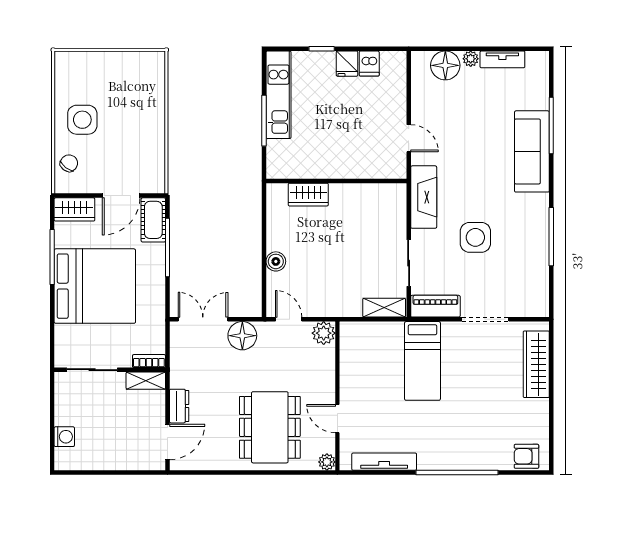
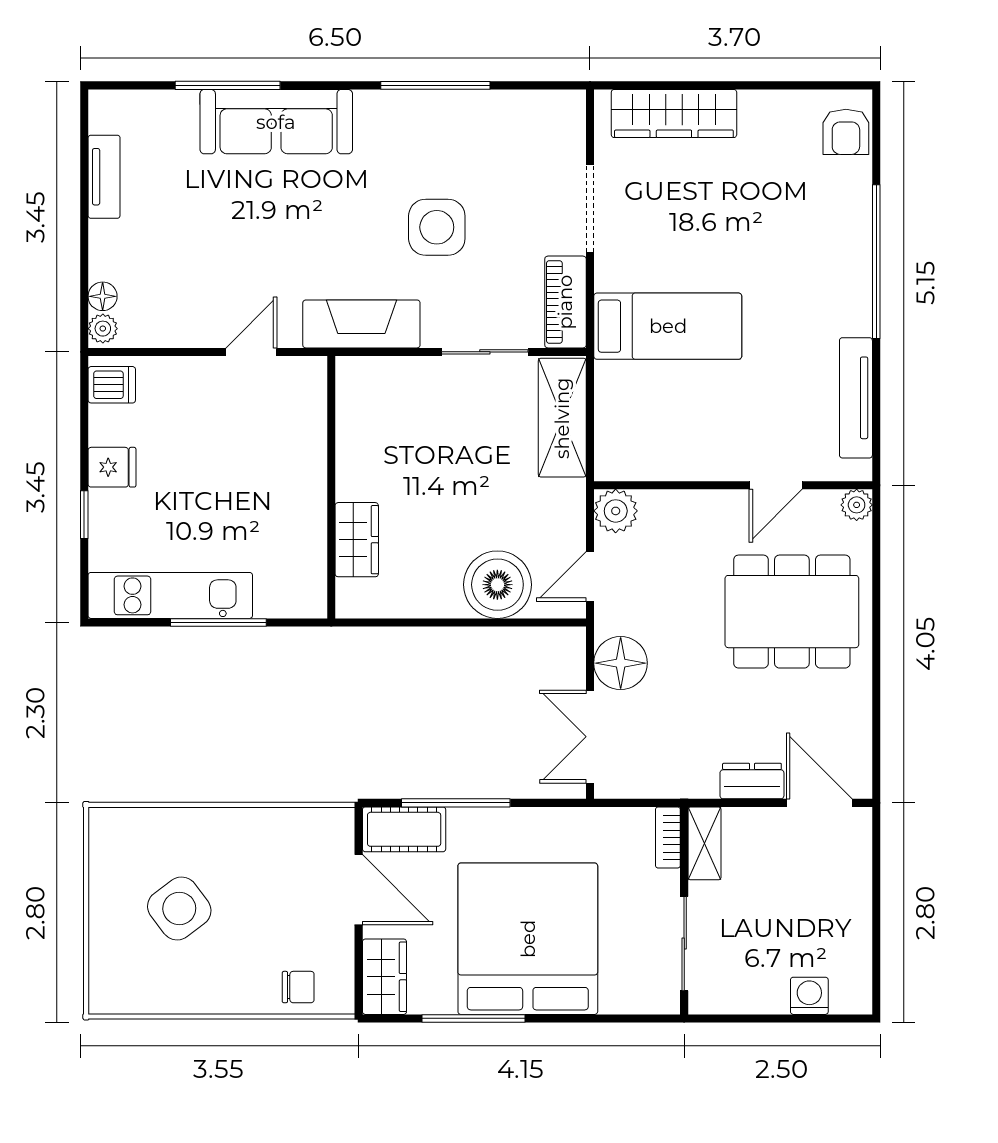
plant: (471, 59) -> (103, 329), moved
dishwasher: (369, 64) -> (112, 385), moved
floor lamp: (445, 65) -> (103, 296), width x0.53, depth x0.53
side table: (82, 120) -> (179, 908), moved, turned -37
chair: (69, 163) -> (298, 987), turned 143
boiler: (276, 261) -> (497, 585), width x1.86, depth x1.86
shelving: (384, 308) -> (562, 418), width x1.50, depth x1.33

